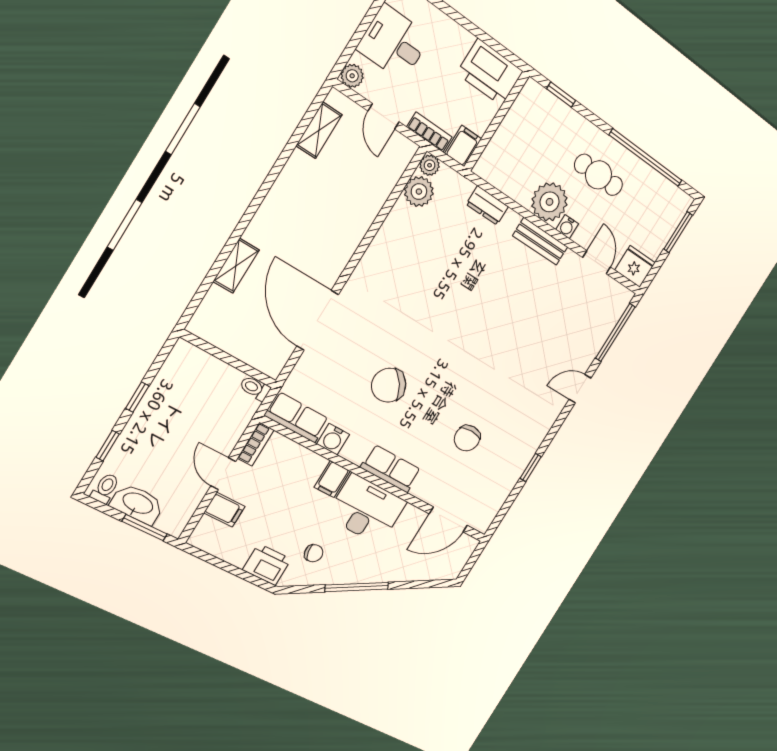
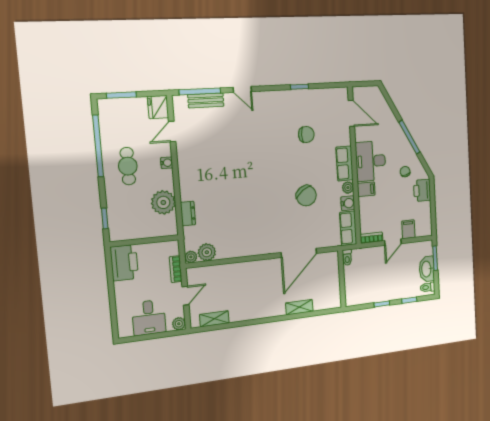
filing cabinet: (463, 146) -> (169, 248), removed
plant: (550, 202) -> (163, 202), moved
bench: (540, 241) -> (206, 100), moved, turned 90
plant: (355, 453) -> (348, 188), added

